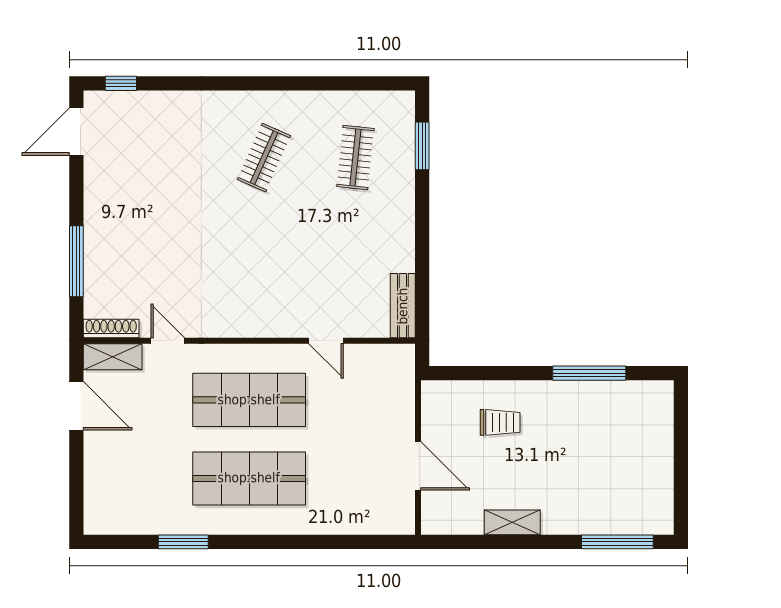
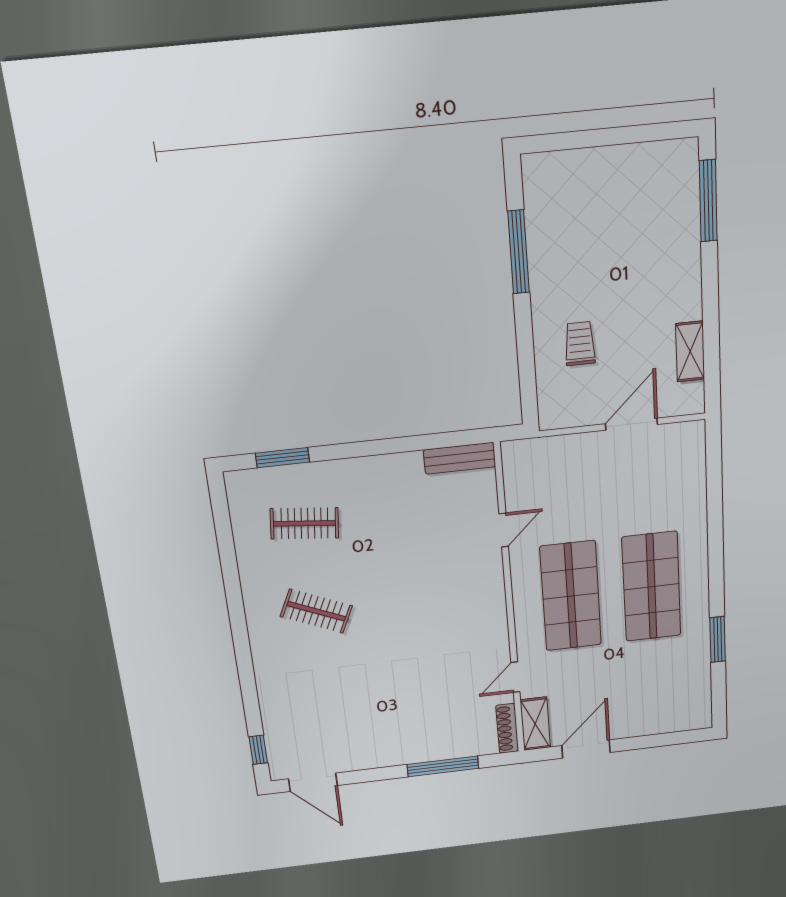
shelving: (512, 522) -> (690, 351), moved

